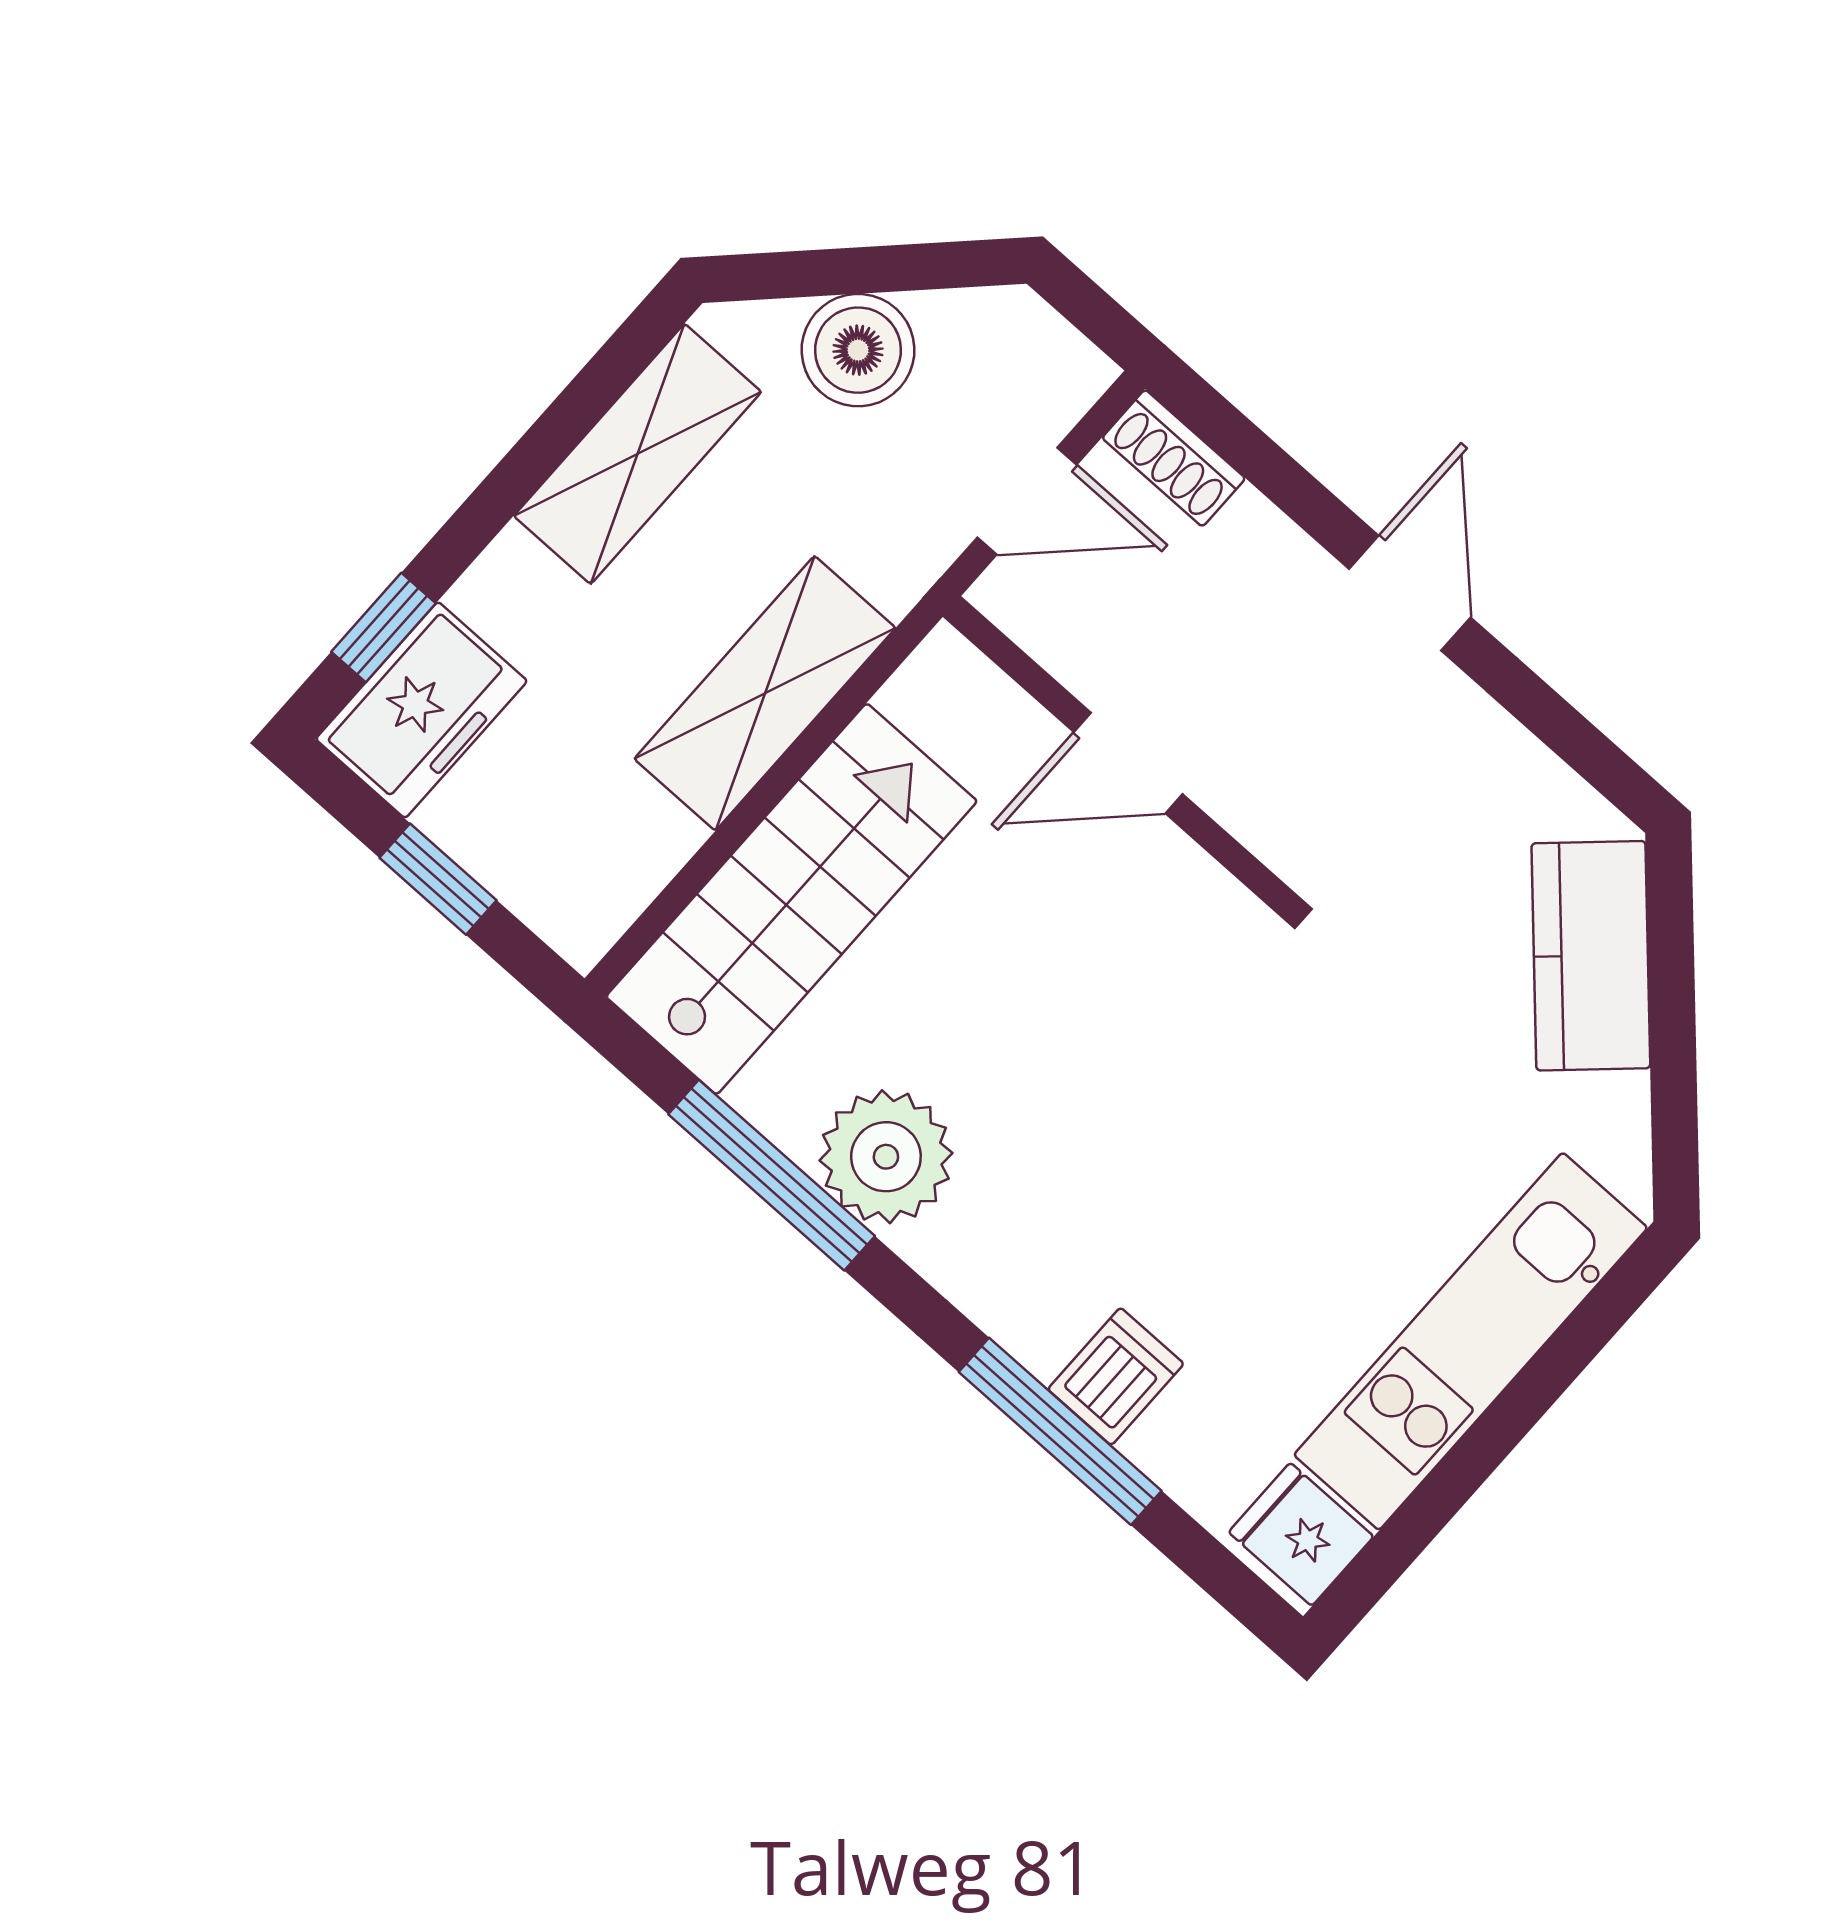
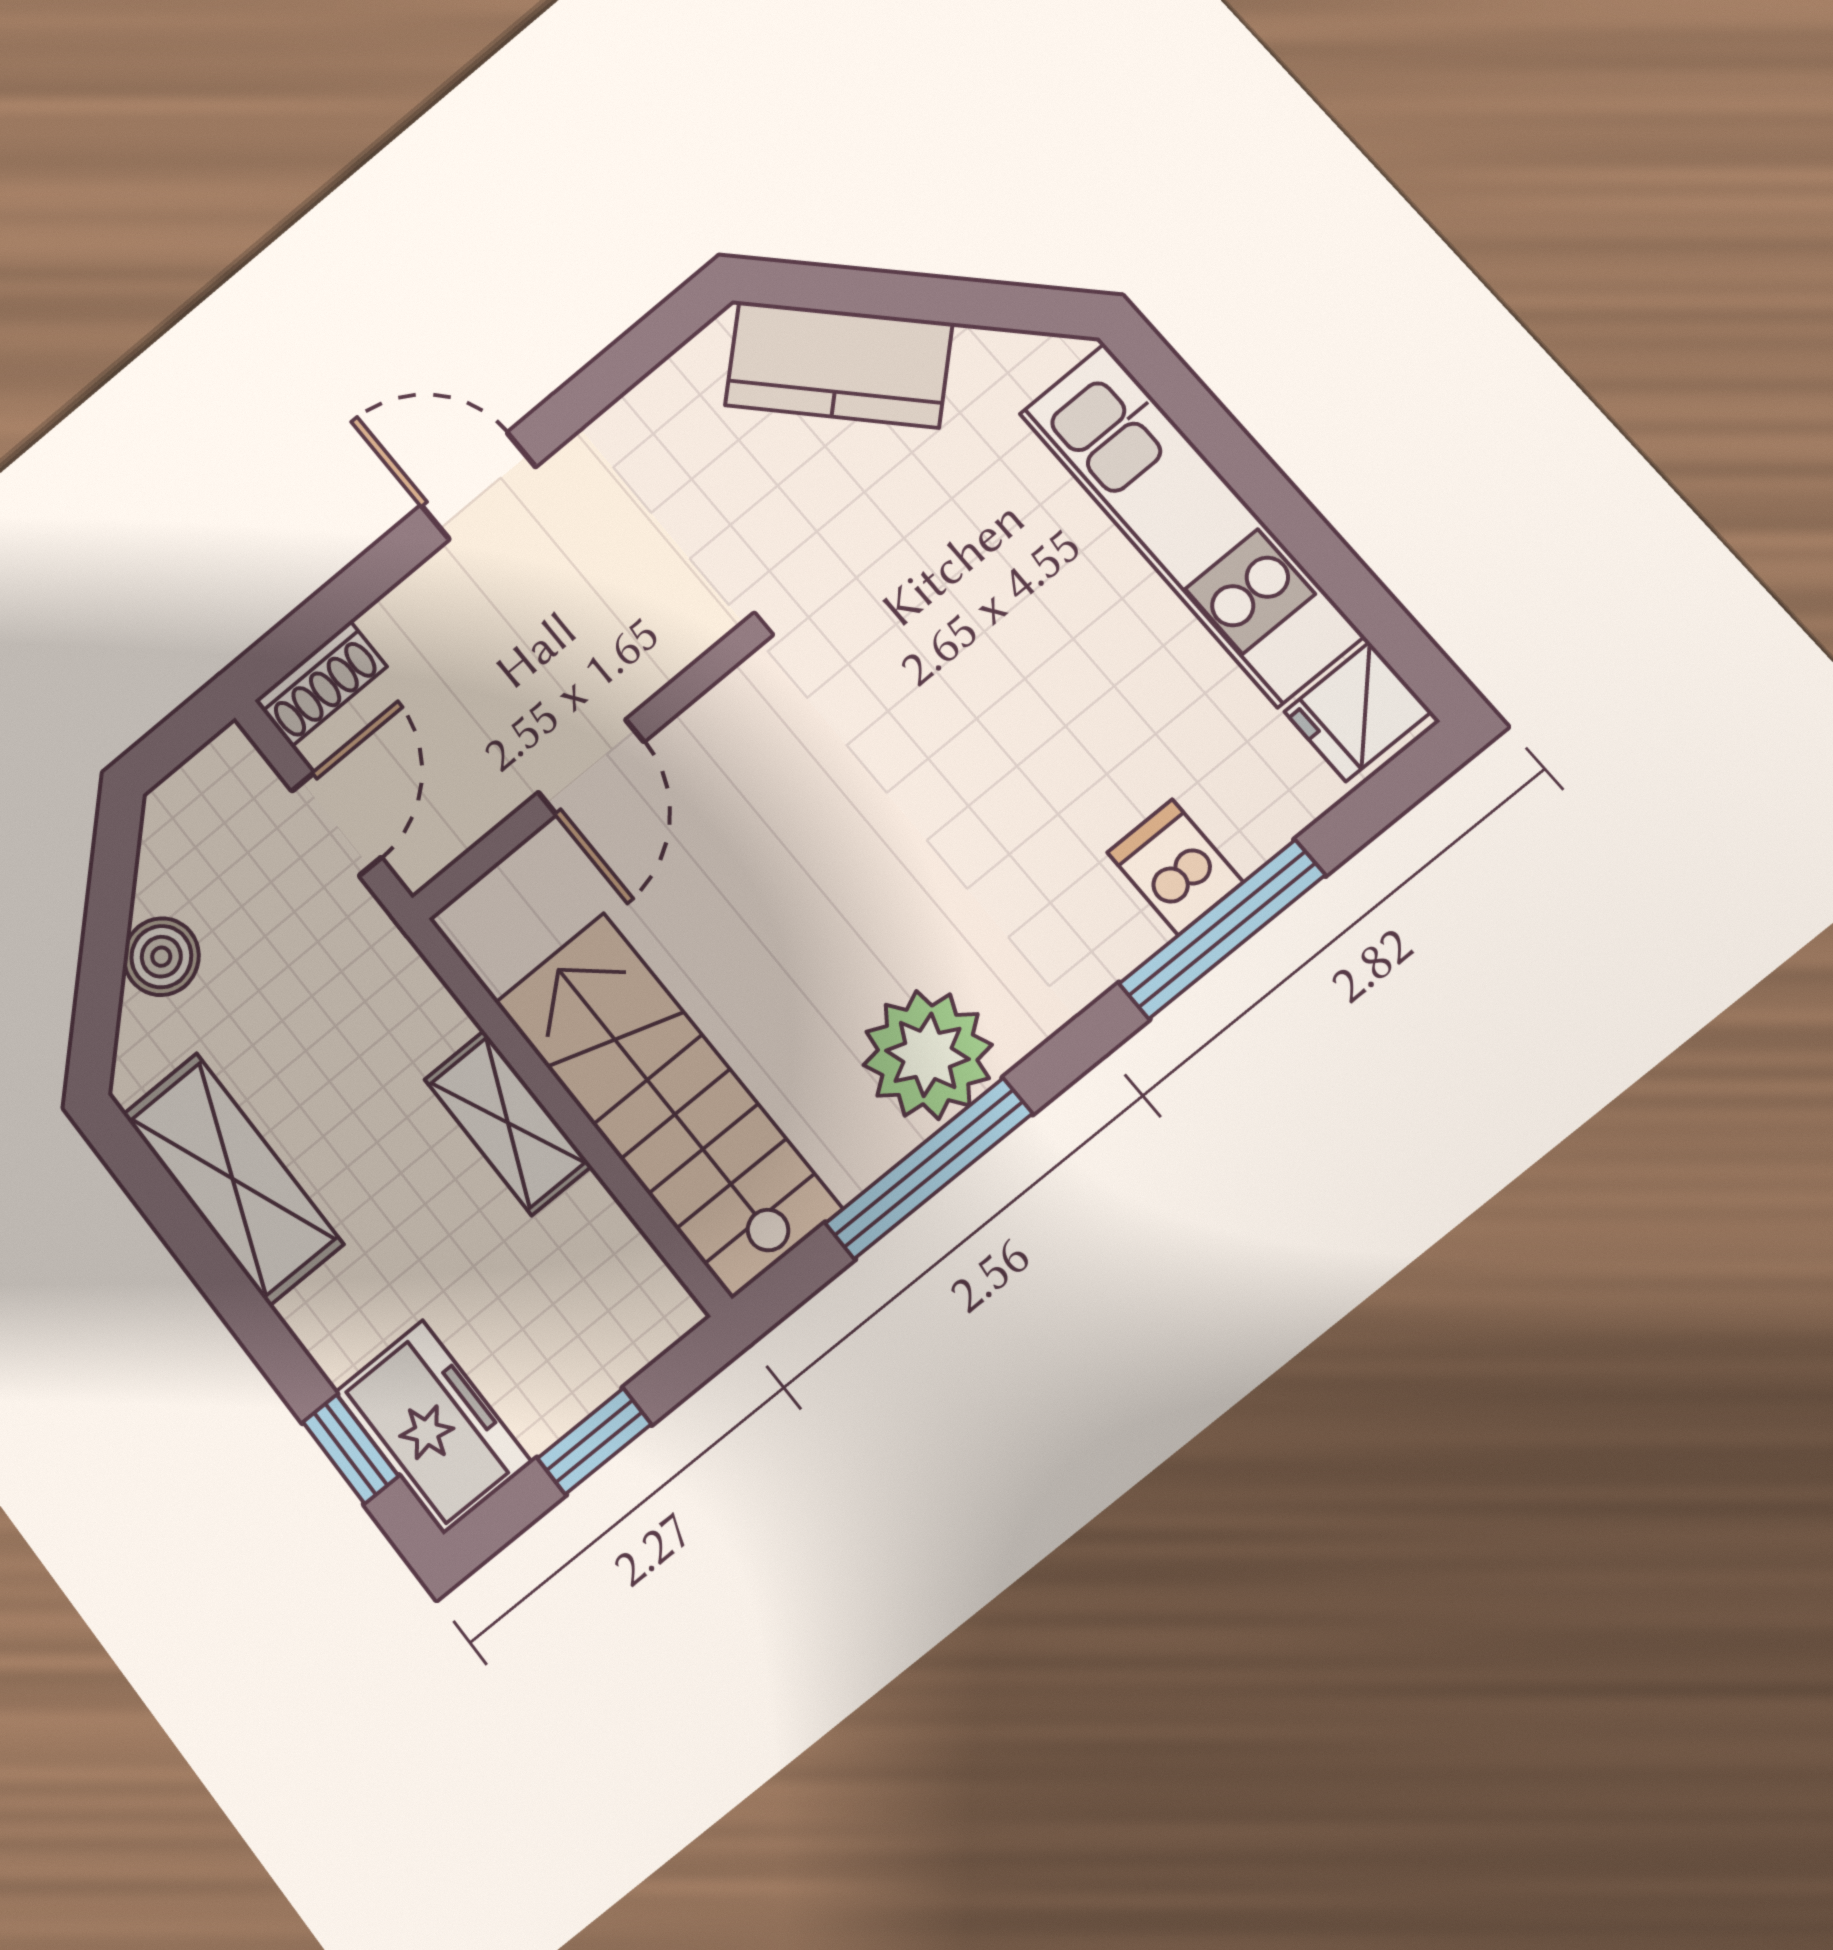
boiler: (858, 350) -> (161, 957), width x0.73, depth x0.73
shelving: (765, 693) -> (508, 1123), width x0.67, depth x0.75

